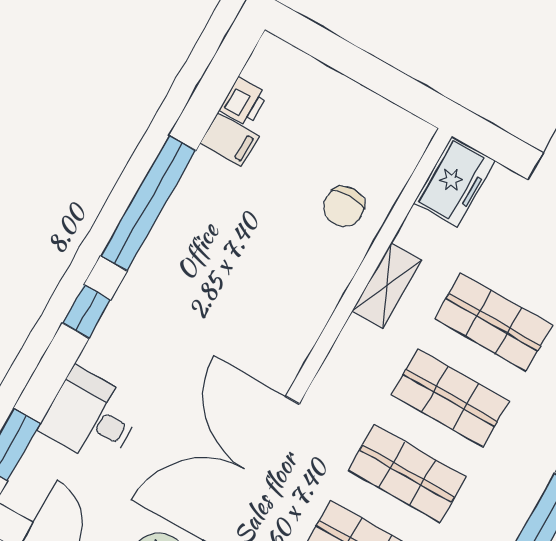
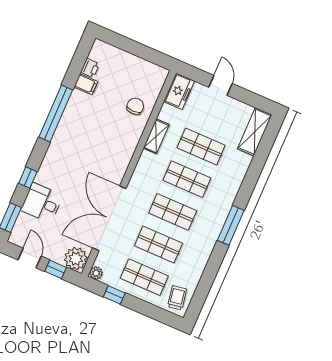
chair: (344, 207) -> (135, 106), turned 180
window: (87, 311) -> (28, 178), moved

